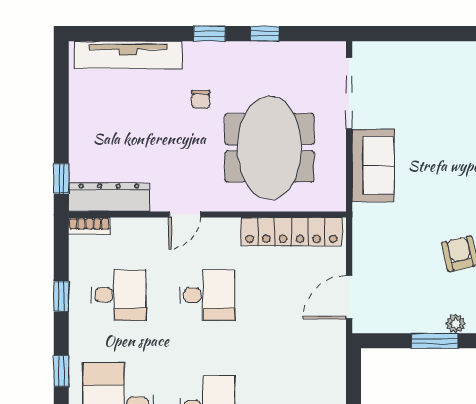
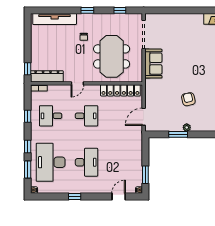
window: (265, 34) -> (120, 10), moved
desk: (119, 295) -> (51, 116), turned 180

